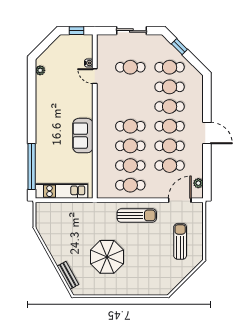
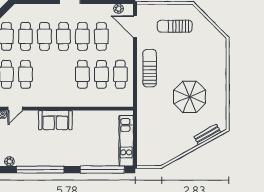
window: (32, 102) -> (40, 170), added
cafe table: (130, 126) -> (25, 74), moved
sofa: (83, 136) -> (55, 120), moved

